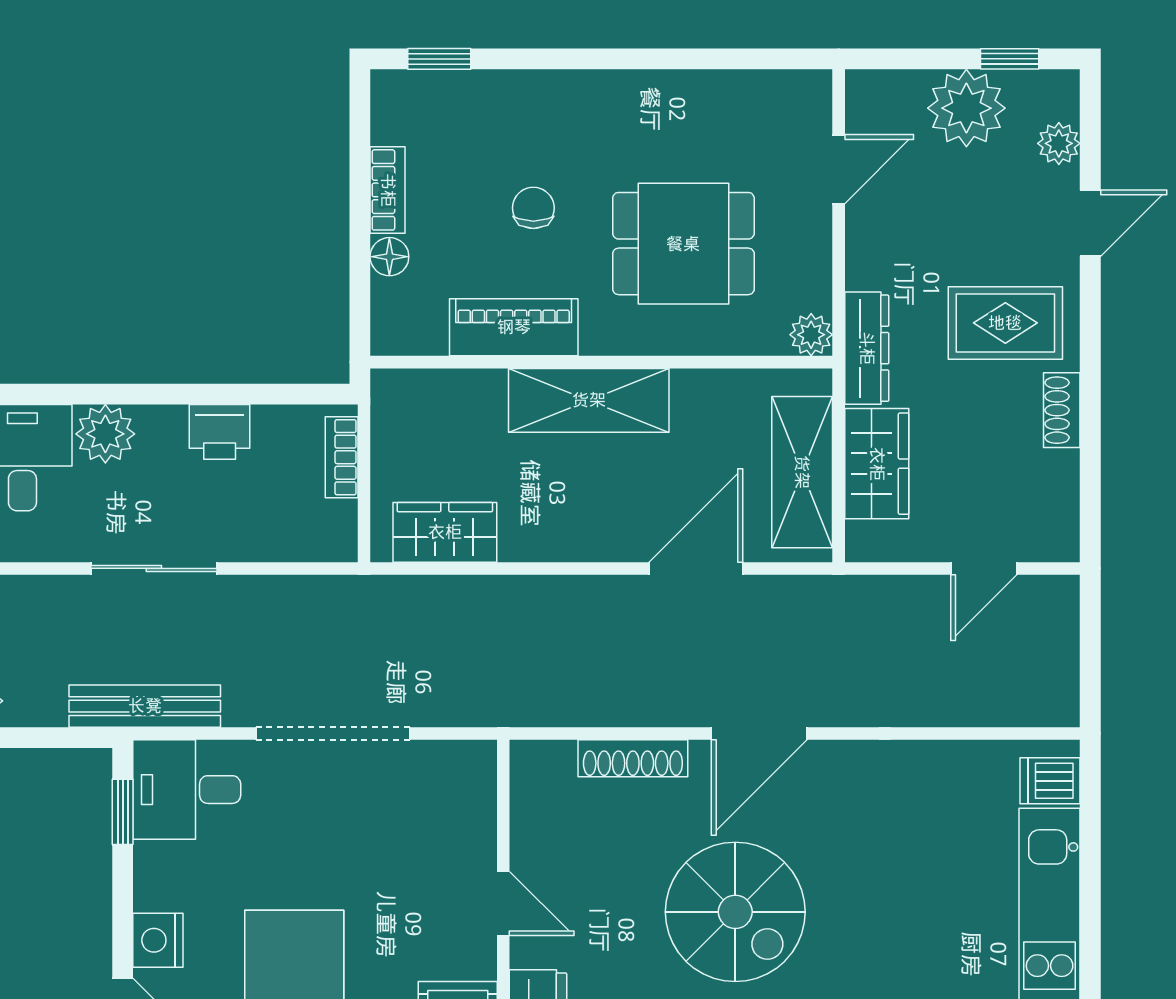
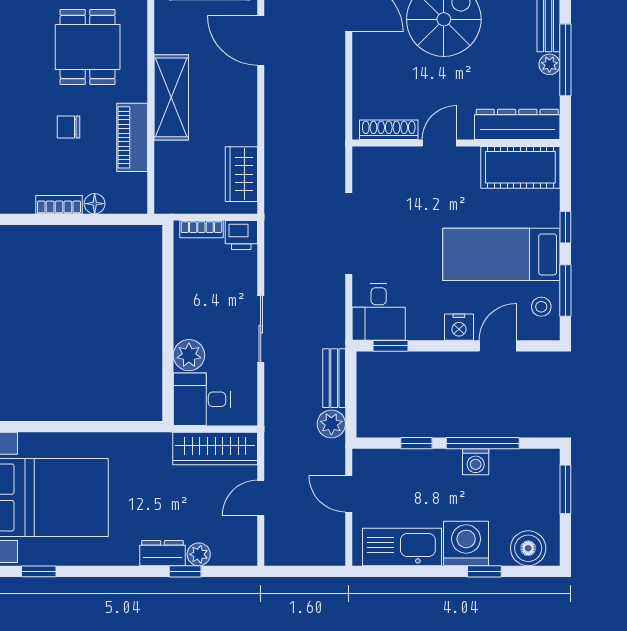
printer: (220, 432) -> (241, 235), moved, turned 90
bench: (145, 706) -> (334, 378), moved, width x0.73
shoe rack: (633, 758) -> (389, 130), moved, turned -90

